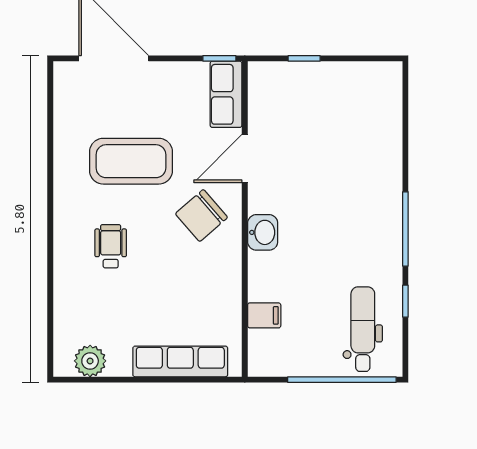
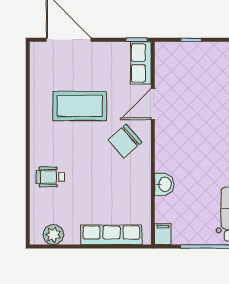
washbasin: (263, 232) -> (164, 184), moved
wheelchair: (111, 246) -> (50, 177), moved, turned -90
filing cabinet: (264, 315) -> (163, 234), moved, turned -90

